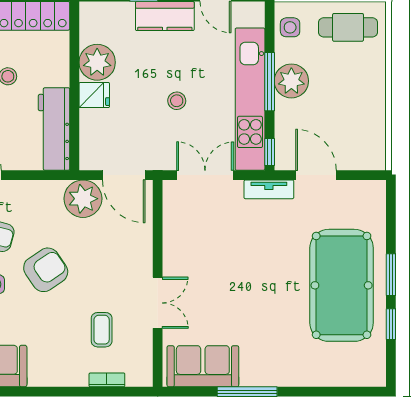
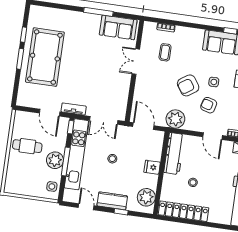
cafe table: (348, 27) -> (27, 146), moved
plant: (97, 62) -> (146, 197), moved
plant: (83, 199) -> (175, 119), moved

